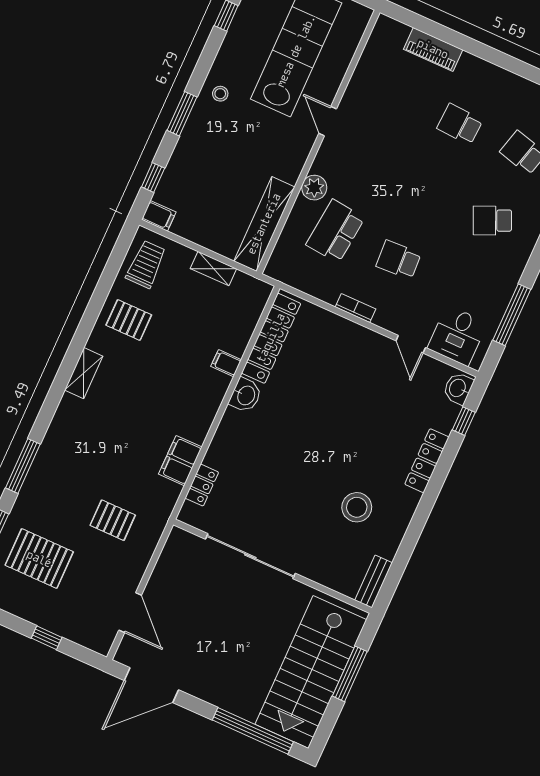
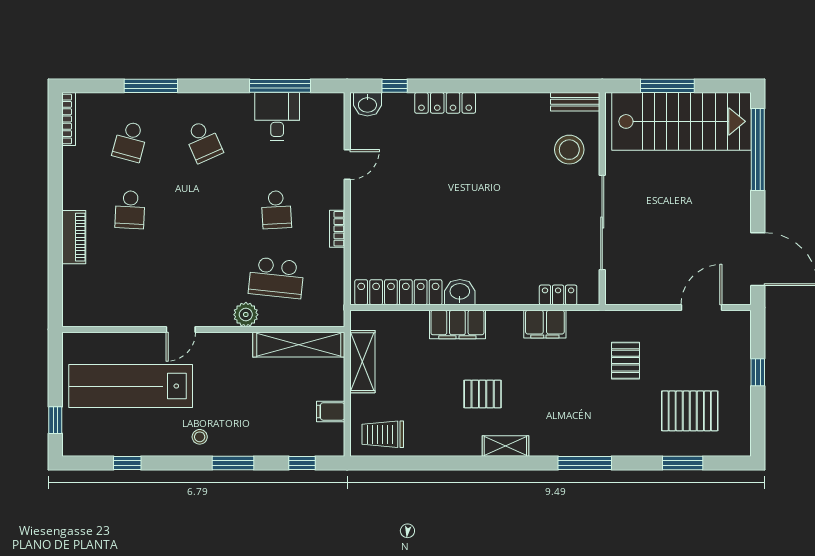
piano: (433, 49) -> (74, 237), moved
filing cabinet: (159, 216) -> (331, 411), moved, turned -90
shelving: (213, 269) -> (362, 362), width x1.50, depth x1.33
pallet: (129, 320) -> (483, 394), moved, turned 90
desk: (457, 336) -> (277, 116), moved, turned -90
filing cabinet: (226, 363) -> (457, 325), width x3.00, depth x1.17
window: (23, 466) -> (585, 463), moved
stool: (357, 507) -> (569, 150), moved
pallet: (39, 559) -> (690, 411), turned 90

